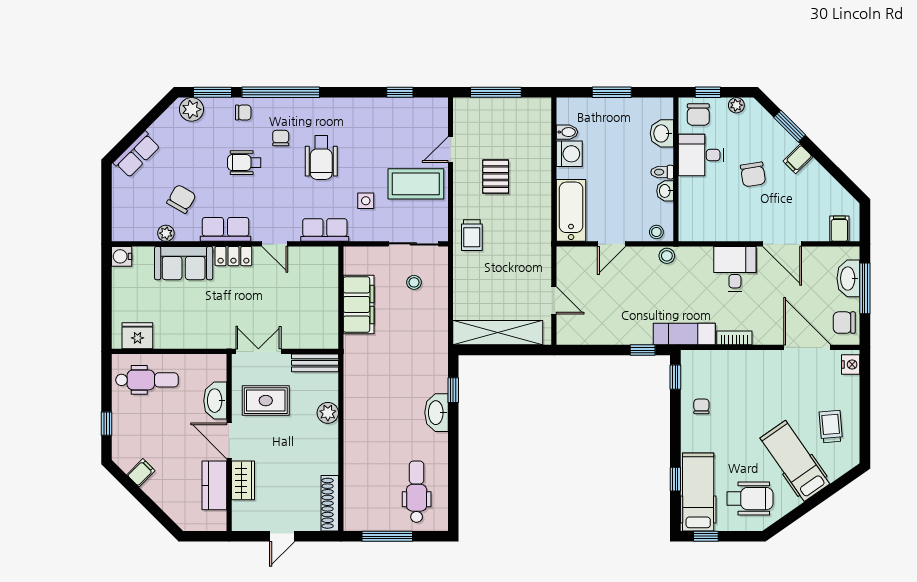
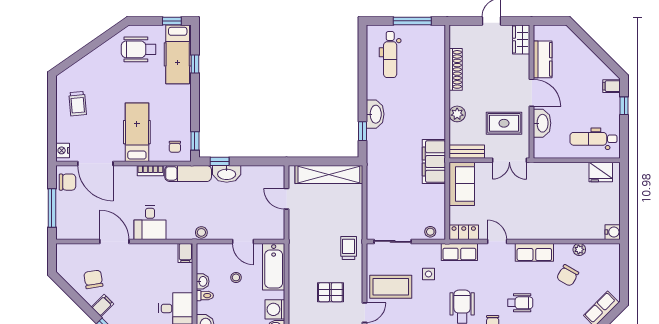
chair: (753, 174) -> (93, 279), moved
pallet: (496, 177) -> (330, 292), turned 90
filing cabinet: (839, 229) -> (185, 253), moved
stool: (656, 232) -> (236, 277), moved
door: (612, 244) -> (243, 241), swing flipped
locker: (233, 256) -> (464, 232), moved
sofa: (184, 263) -> (462, 184), moved, turned 90
washbasin: (848, 278) -> (227, 174), moved, turned 90
stool: (414, 282) -> (430, 232), moved
filing cabinet: (359, 304) -> (434, 162), moved
chair: (701, 406) -> (175, 147), moved
hospital bed: (795, 461) -> (137, 132), moved, turned -145
filing cabinet: (141, 473) -> (611, 86), moved, turned 45
wardrobe: (243, 480) -> (521, 40), moved
shoe rack: (330, 503) -> (456, 69), moved

